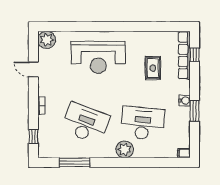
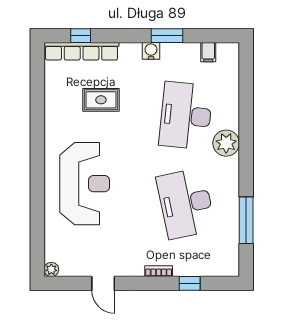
plant: (47, 40) -> (51, 269), width x0.53, depth x0.53
door: (33, 69) -> (103, 283), hinge flipped
desk: (85, 123) -> (186, 203), turned -33
window: (33, 136) -> (190, 283), moved
filing cabinet: (184, 153) -> (208, 52), moved

